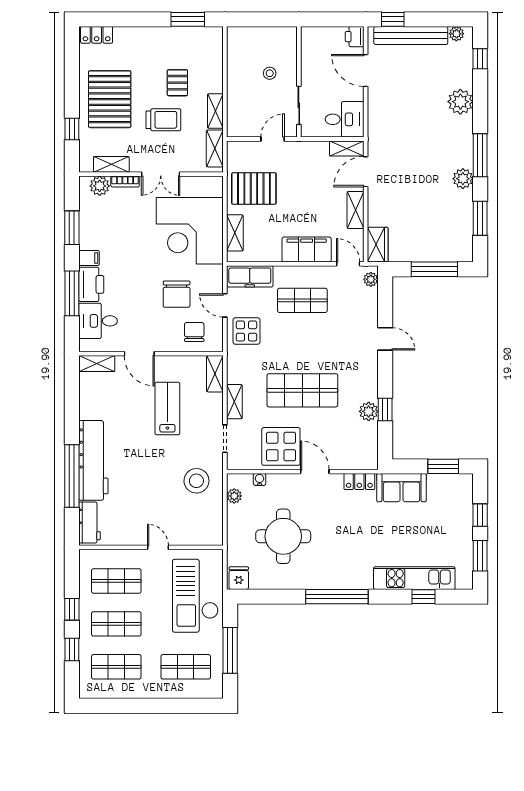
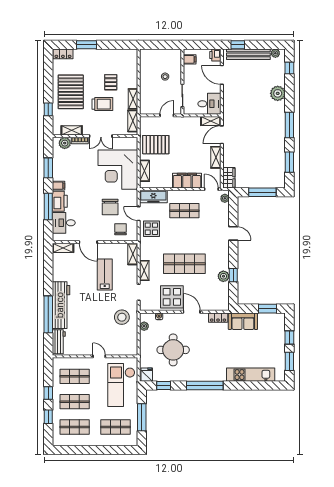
window: (188, 19) -> (86, 45), moved
filing cabinet: (311, 44) -> (190, 59), added
plant: (463, 179) -> (279, 139), removed
window: (424, 597) -> (164, 386), moved

